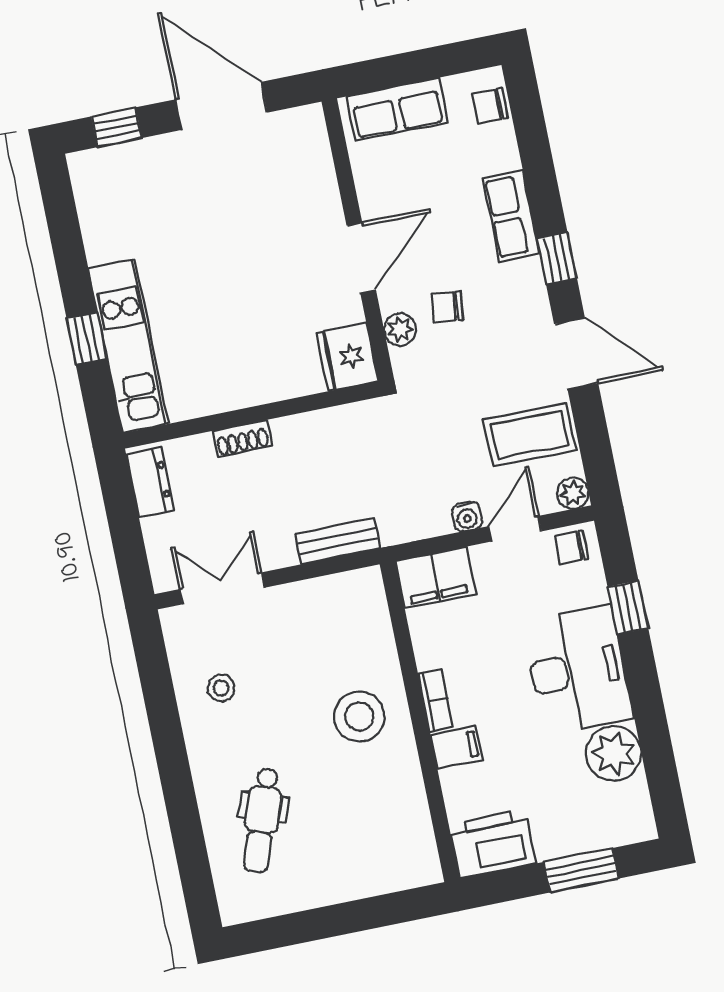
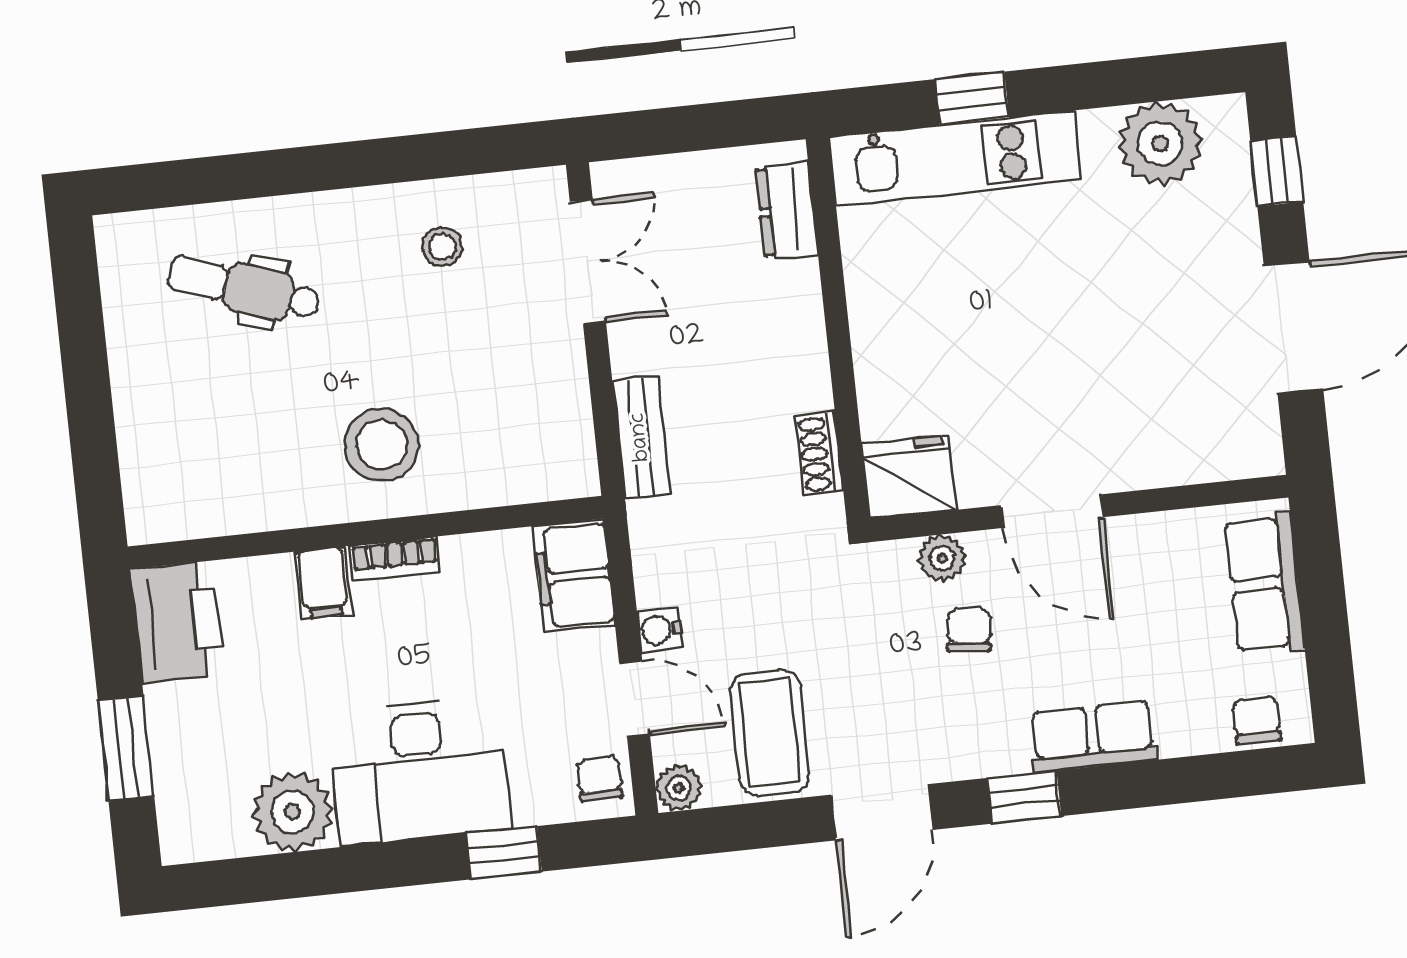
plant: (105, 208) -> (1160, 143), added
shoe rack: (242, 438) -> (819, 454), moved
dresser: (150, 482) -> (787, 210), moved, turned 90

